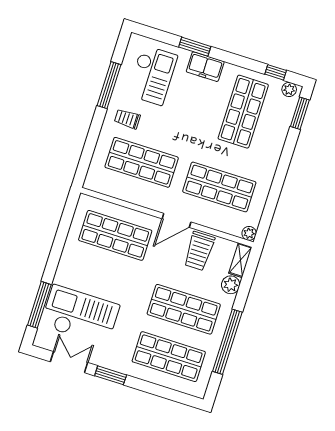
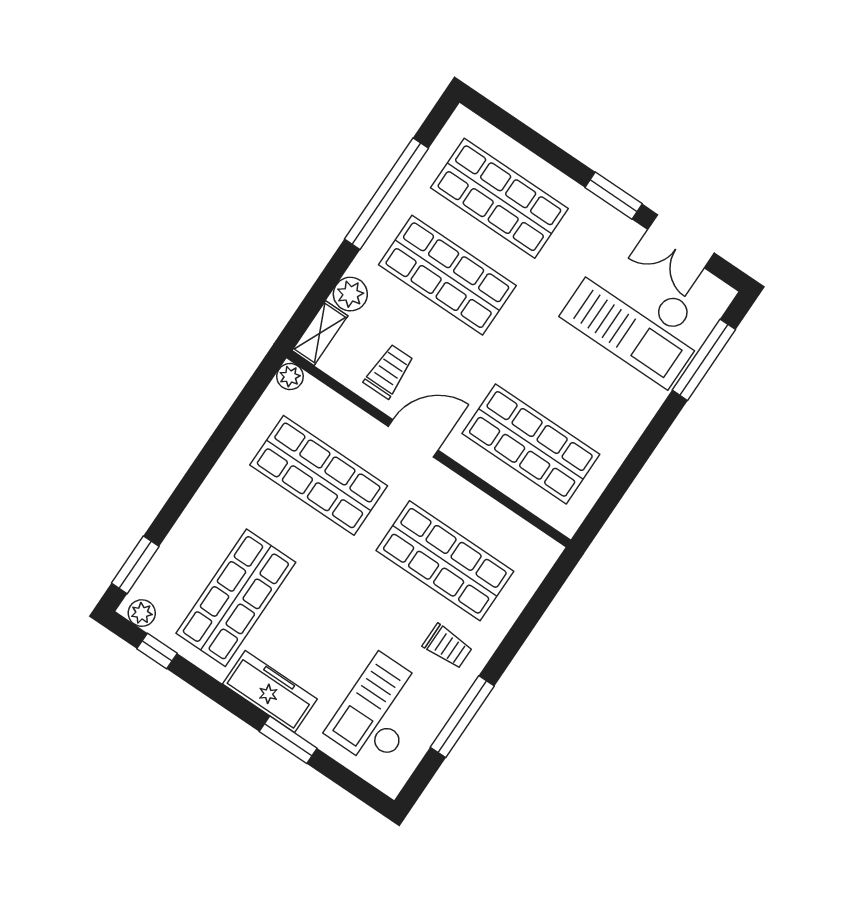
freezer: (205, 67) -> (270, 692), width x1.40
trolley: (199, 251) -> (389, 371), width x0.73, depth x0.72

